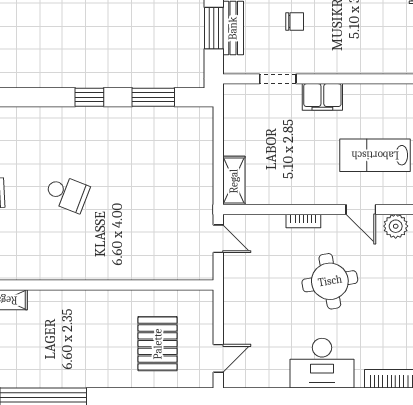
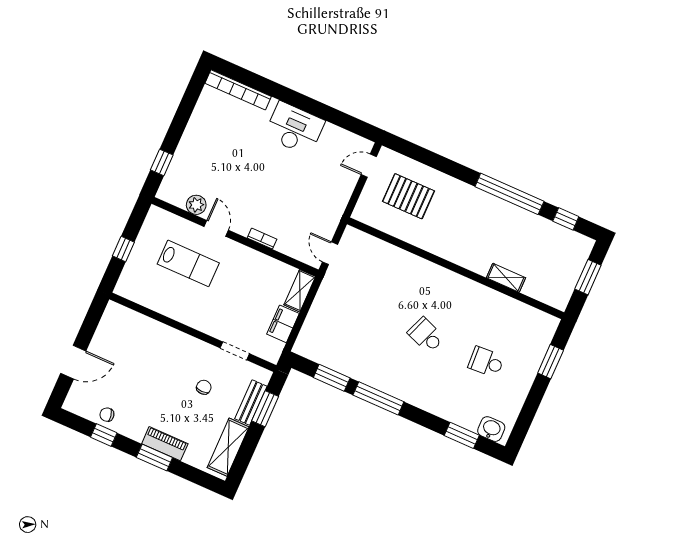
chair: (295, 22) -> (204, 387), turned 90
window: (89, 97) -> (378, 398), width x2.17
filing cabinet: (322, 97) -> (283, 324), moved, turned -90
round table: (330, 281) -> (262, 186), removed
pallet: (158, 344) -> (408, 196), turned 90

